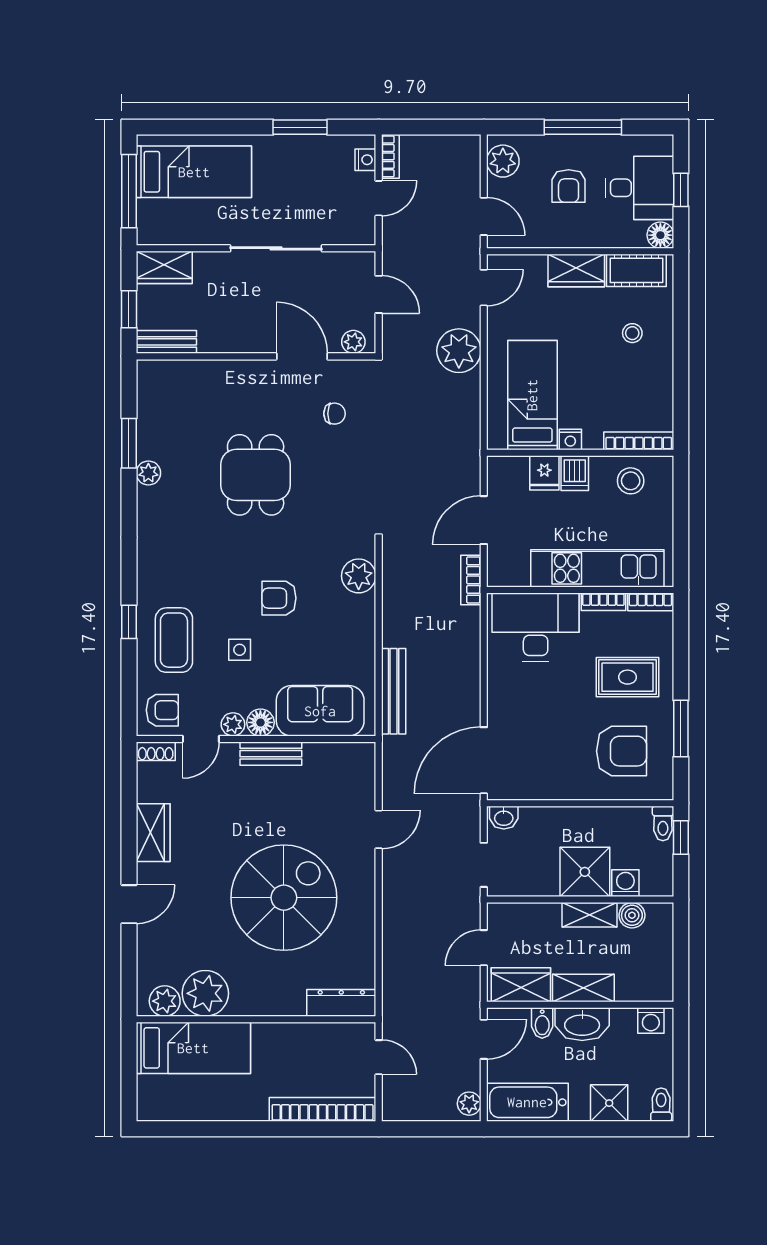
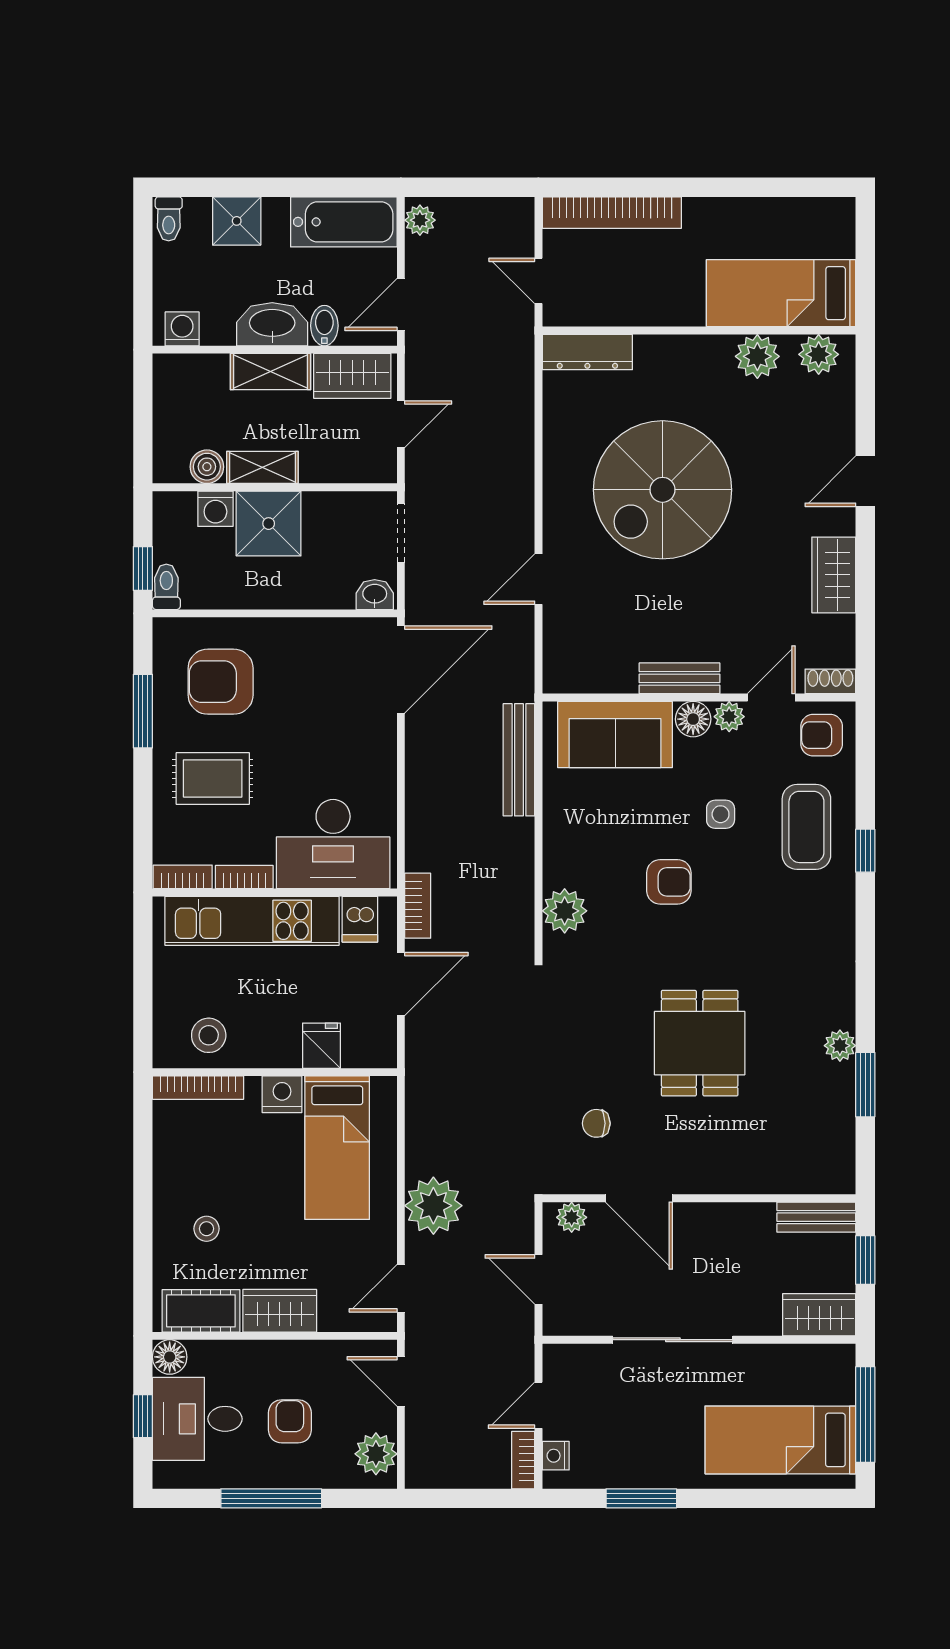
nightstand: (570, 439) -> (282, 1094), width x1.39, depth x1.35
dishwasher: (575, 473) -> (360, 919), moved, turned 180
plant: (205, 993) -> (757, 356), width x0.73, depth x0.73

